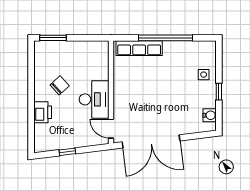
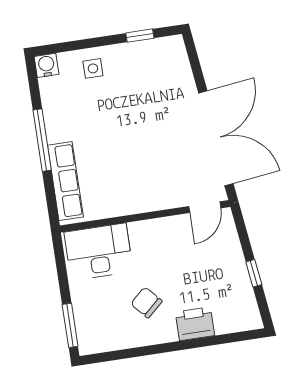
window: (166, 38) -> (42, 140), width x0.68
window: (219, 92) -> (140, 36), moved
desk: (94, 99) -> (98, 252), moved
water cooler: (210, 115) -> (46, 65), moved

